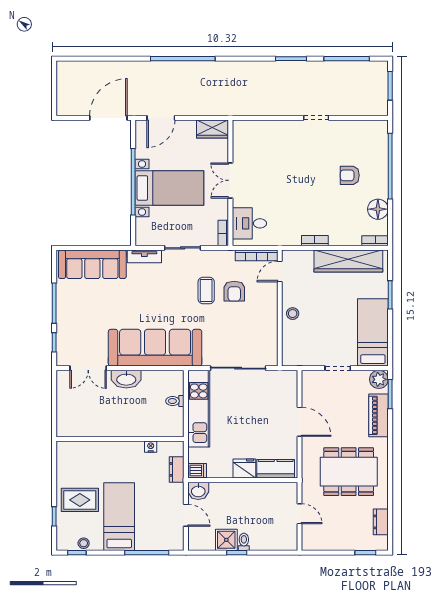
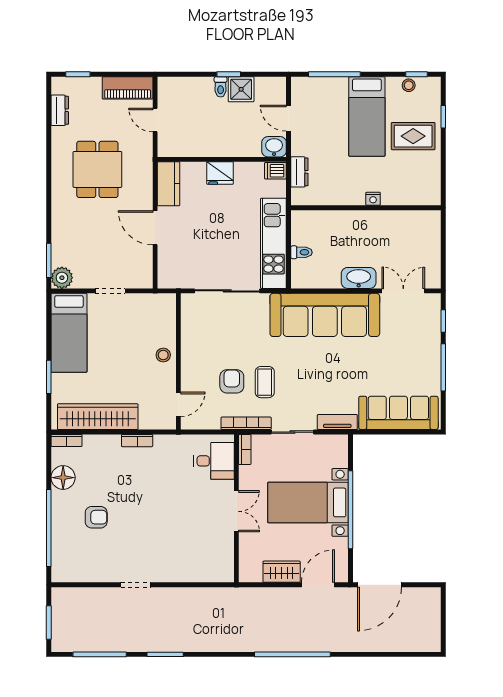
wardrobe: (212, 129) -> (282, 572), moved
bookcase: (257, 255) -> (246, 423), moved
piano: (378, 415) -> (128, 88), moved, turned 90
nightstand: (151, 447) -> (373, 199), moved
kitchen counter: (276, 469) -> (169, 184), moved, turned -90
dining table: (349, 472) -> (97, 169), width x0.73

